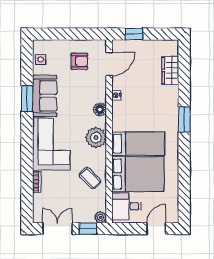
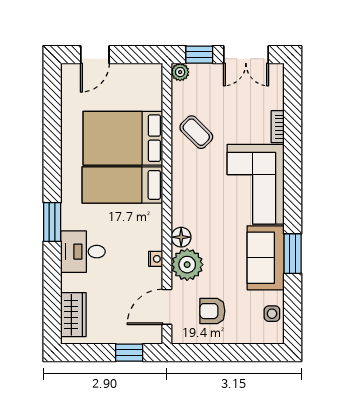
wardrobe: (170, 70) -> (73, 315), moved
plant: (96, 138) -> (187, 265), moved
desk: (126, 206) -> (83, 252), moved, turned 180

